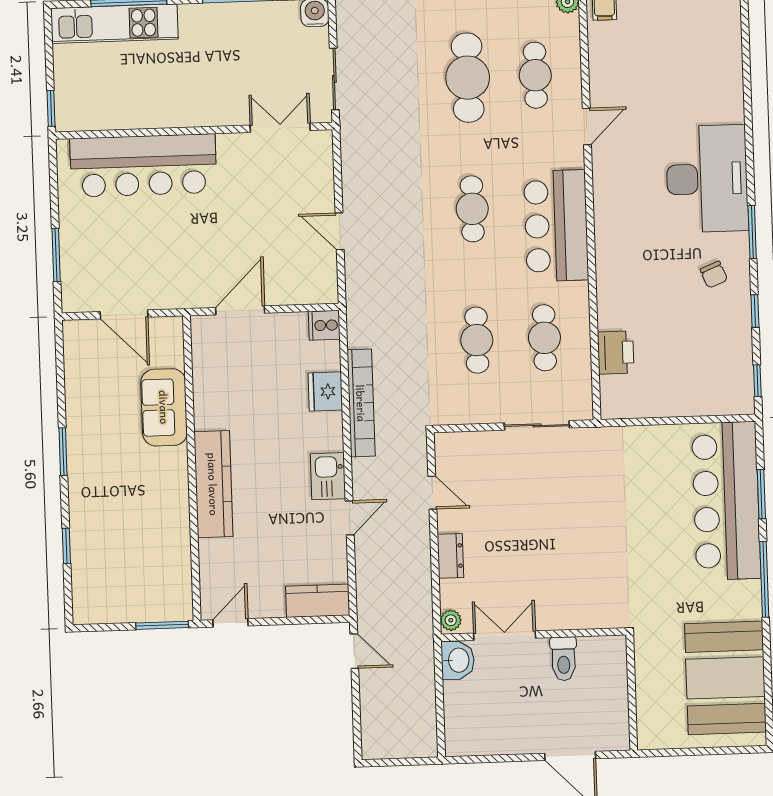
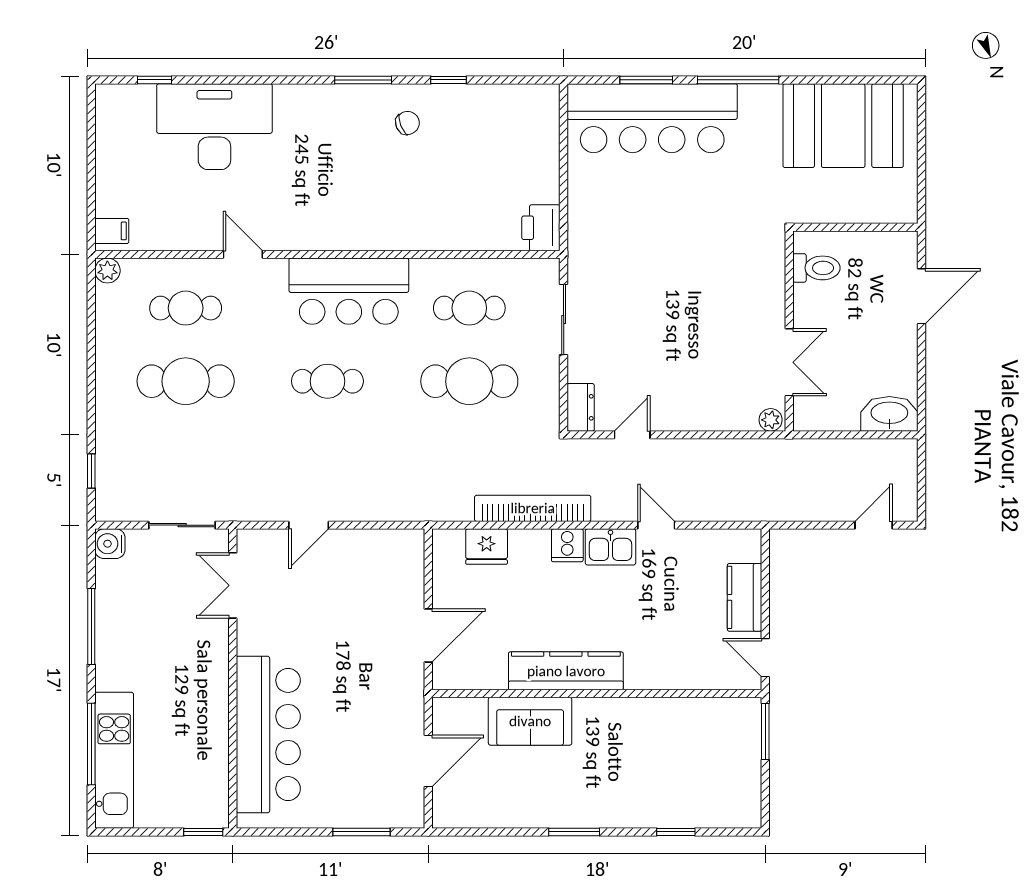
desk: (707, 179) -> (214, 127), moved
door: (340, 231) -> (309, 525), moved
door: (240, 310) -> (428, 635), swing flipped
cooker: (324, 325) -> (567, 545), moved
cafe table: (477, 340) -> (469, 381), width x1.37, depth x1.35
printer: (616, 352) -> (541, 228), moved, turned -90
window: (757, 381) -> (155, 80), moved
fridge: (325, 392) -> (487, 547), moved
kitchen counter: (213, 484) -> (566, 671), moved
dresser: (450, 556) -> (581, 407), moved, turned 90
kitchen counter: (318, 601) -> (745, 597), moved
double door: (505, 636) -> (789, 362), swing flipped
door: (354, 651) -> (874, 525), moved
toilet: (564, 659) -> (816, 268), moved
washbasin: (458, 660) -> (889, 414), moved, width x1.38

